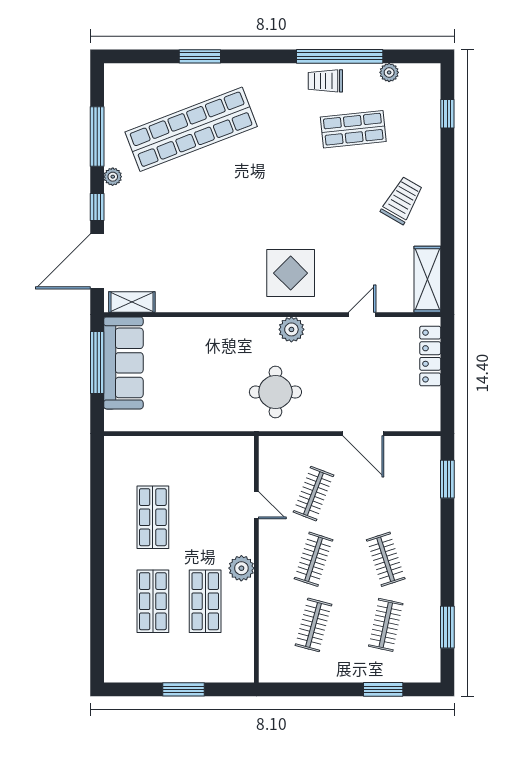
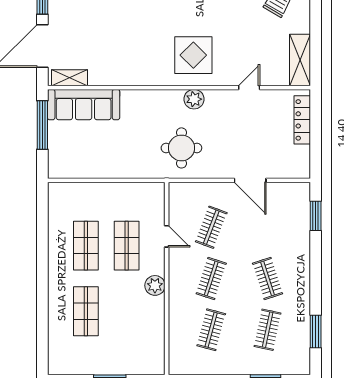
sofa: (123, 363) -> (84, 105), moved, turned 90
shop shelf: (205, 601) -> (127, 246), moved

